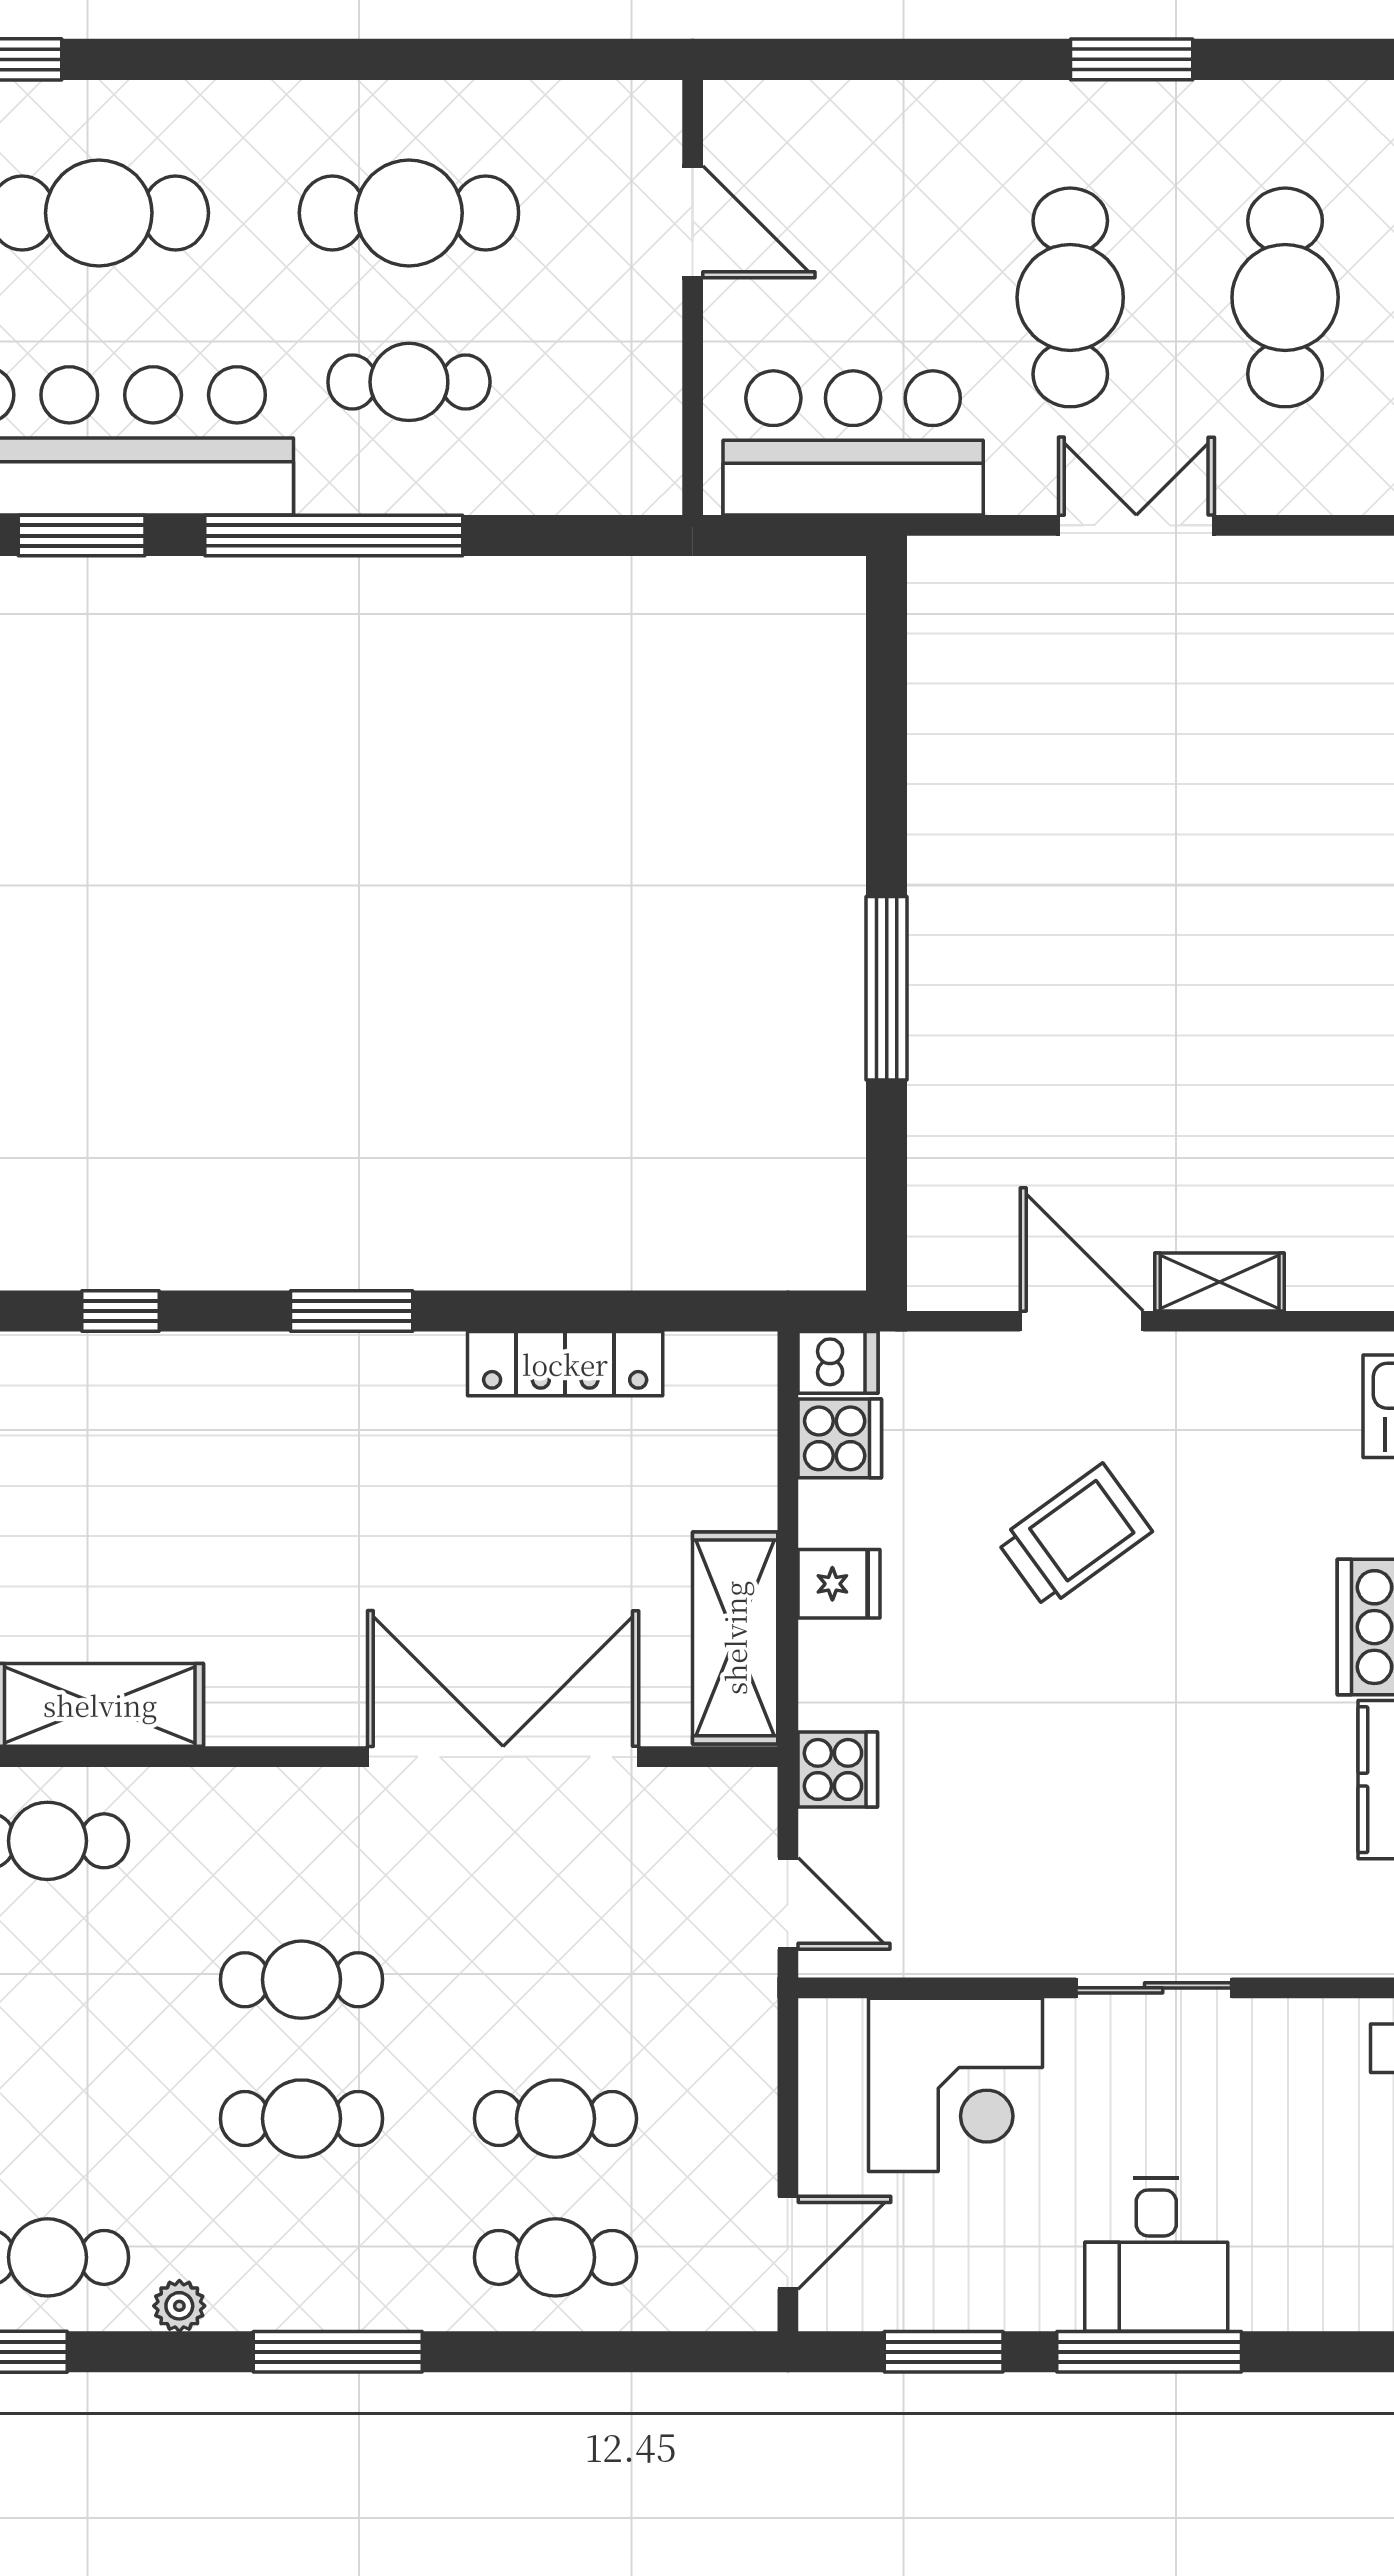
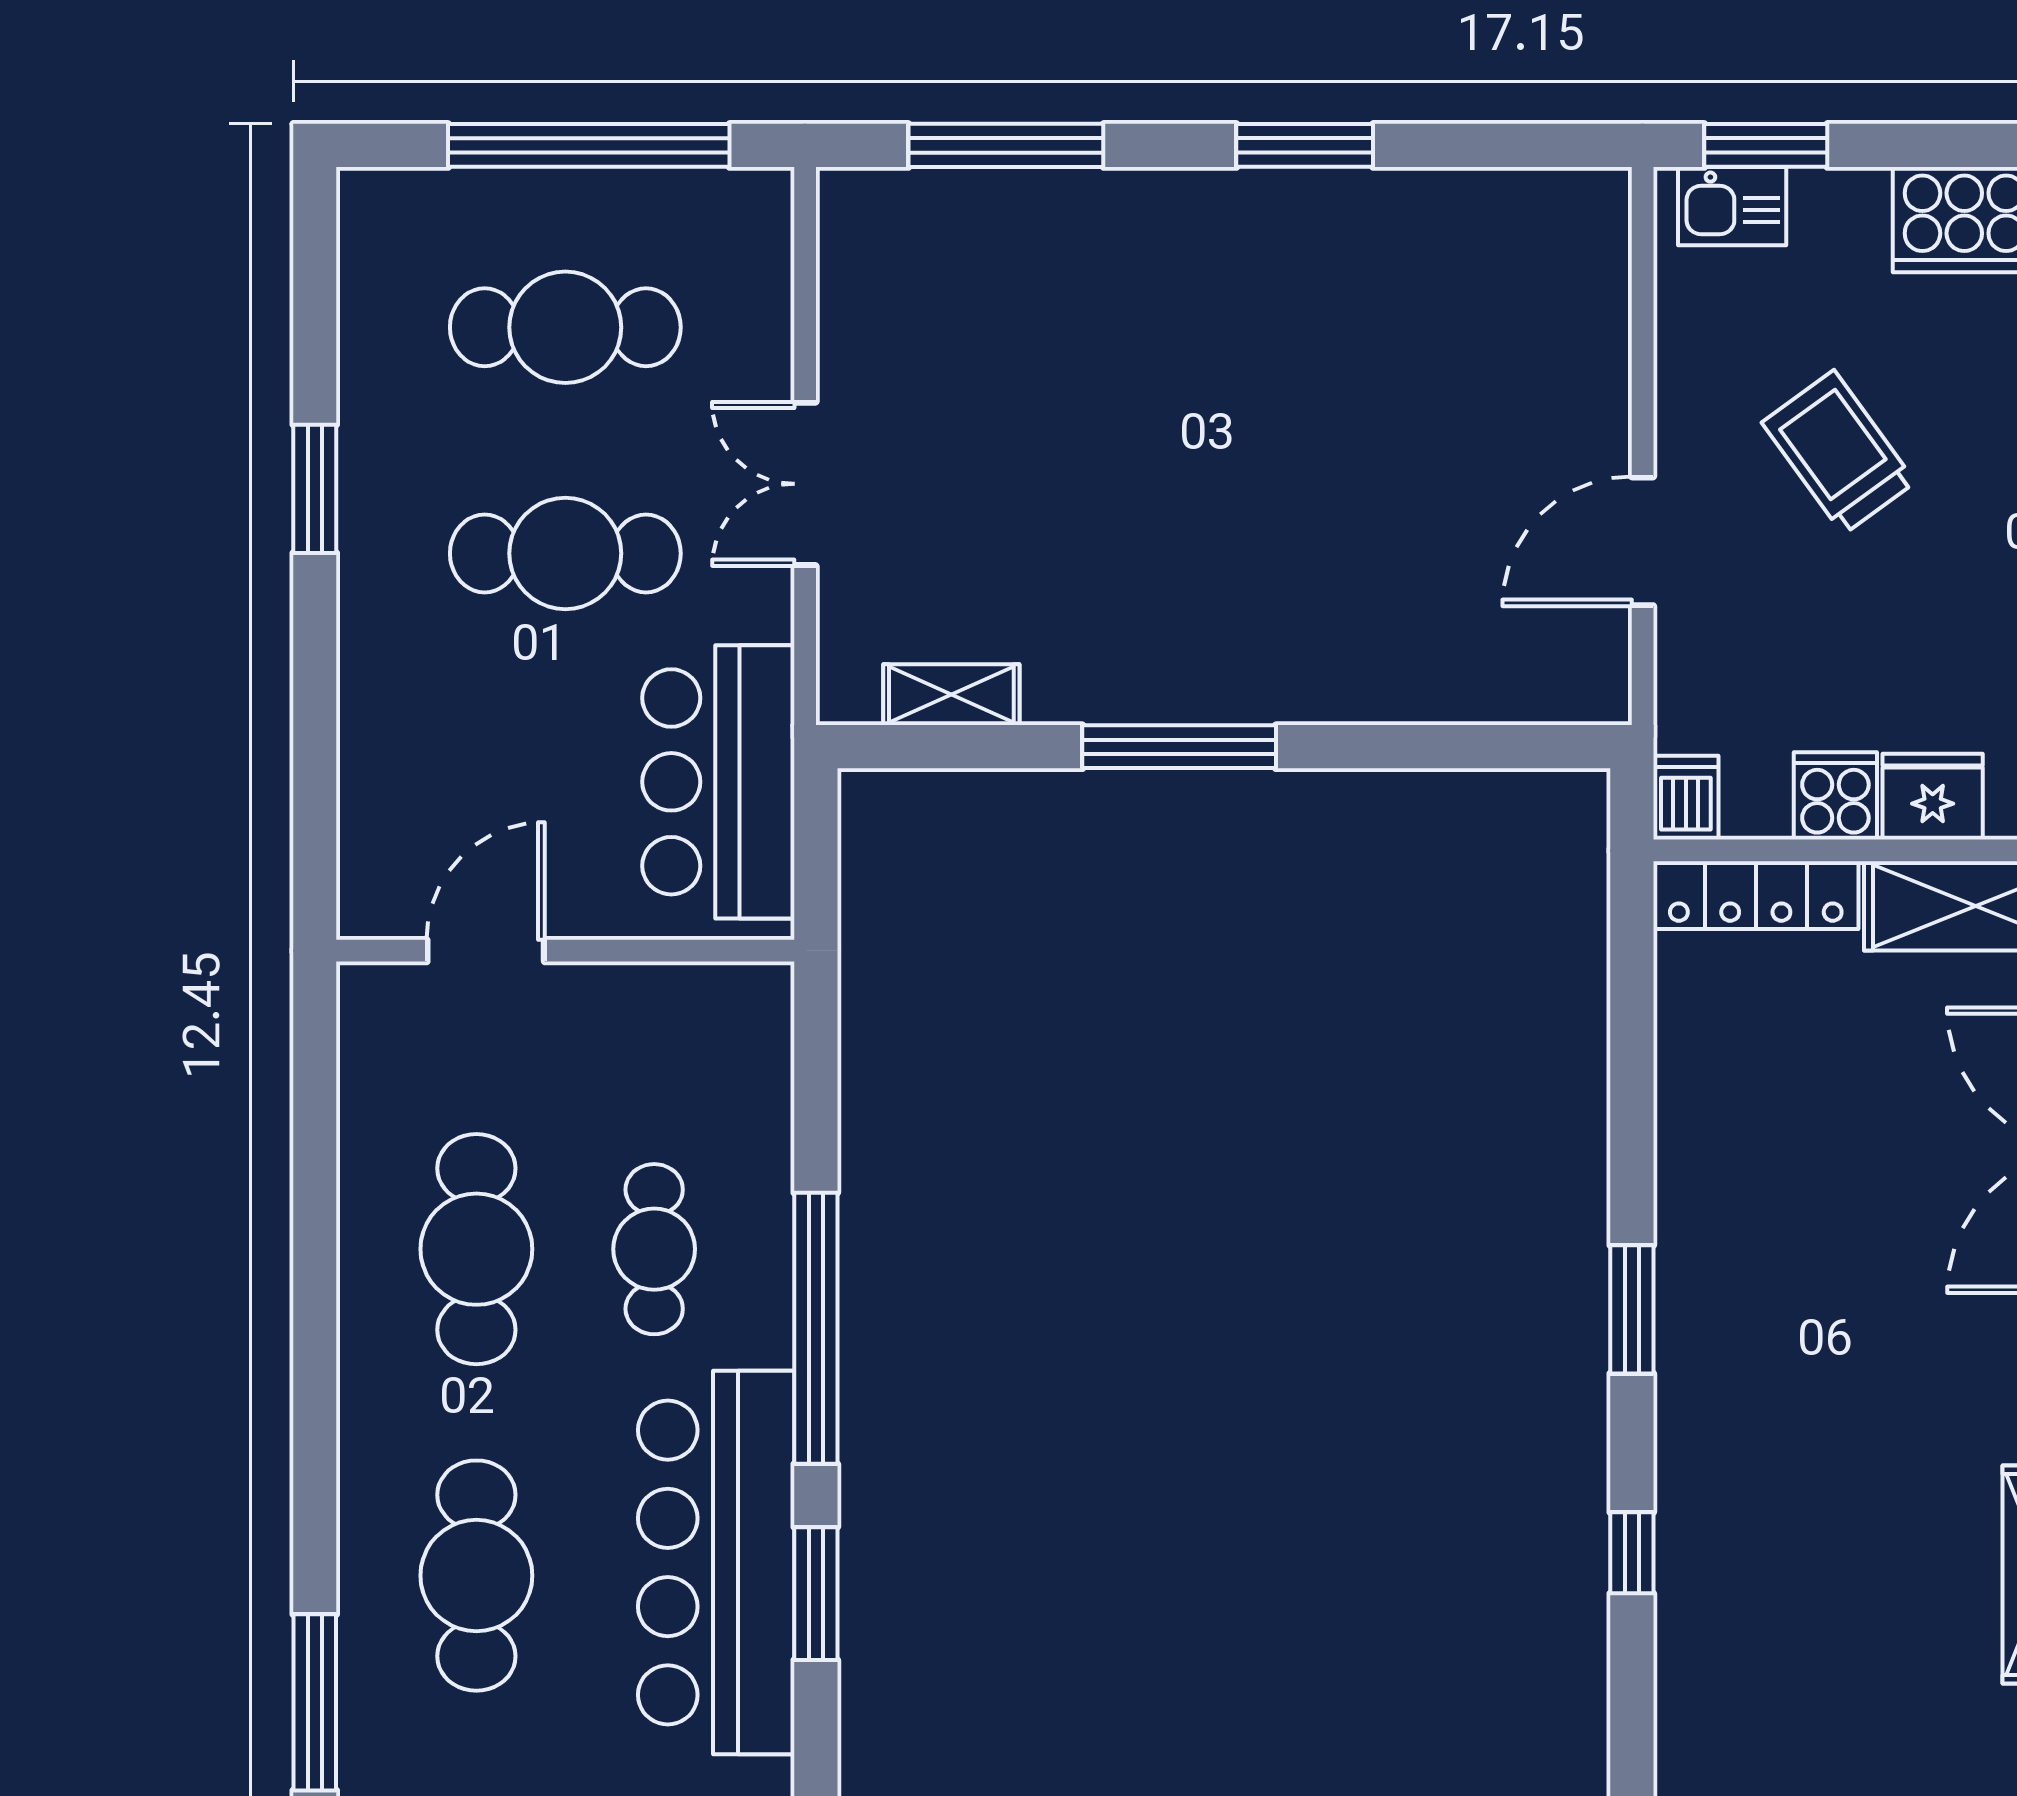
window: (887, 988) -> (1179, 747), moved
shelving: (1220, 1282) -> (951, 695), moved, turned 90
locker: (565, 1364) -> (1756, 895), moved, turned 90
cooker: (840, 1438) -> (1835, 796), moved
trolley: (1074, 1536) -> (1839, 452), moved
fridge: (839, 1584) -> (1933, 797), width x1.38

